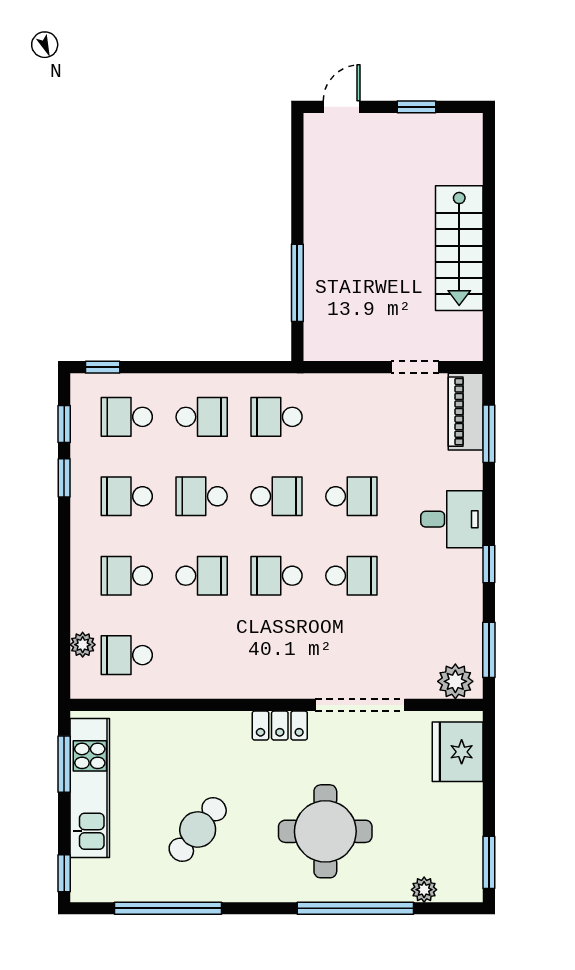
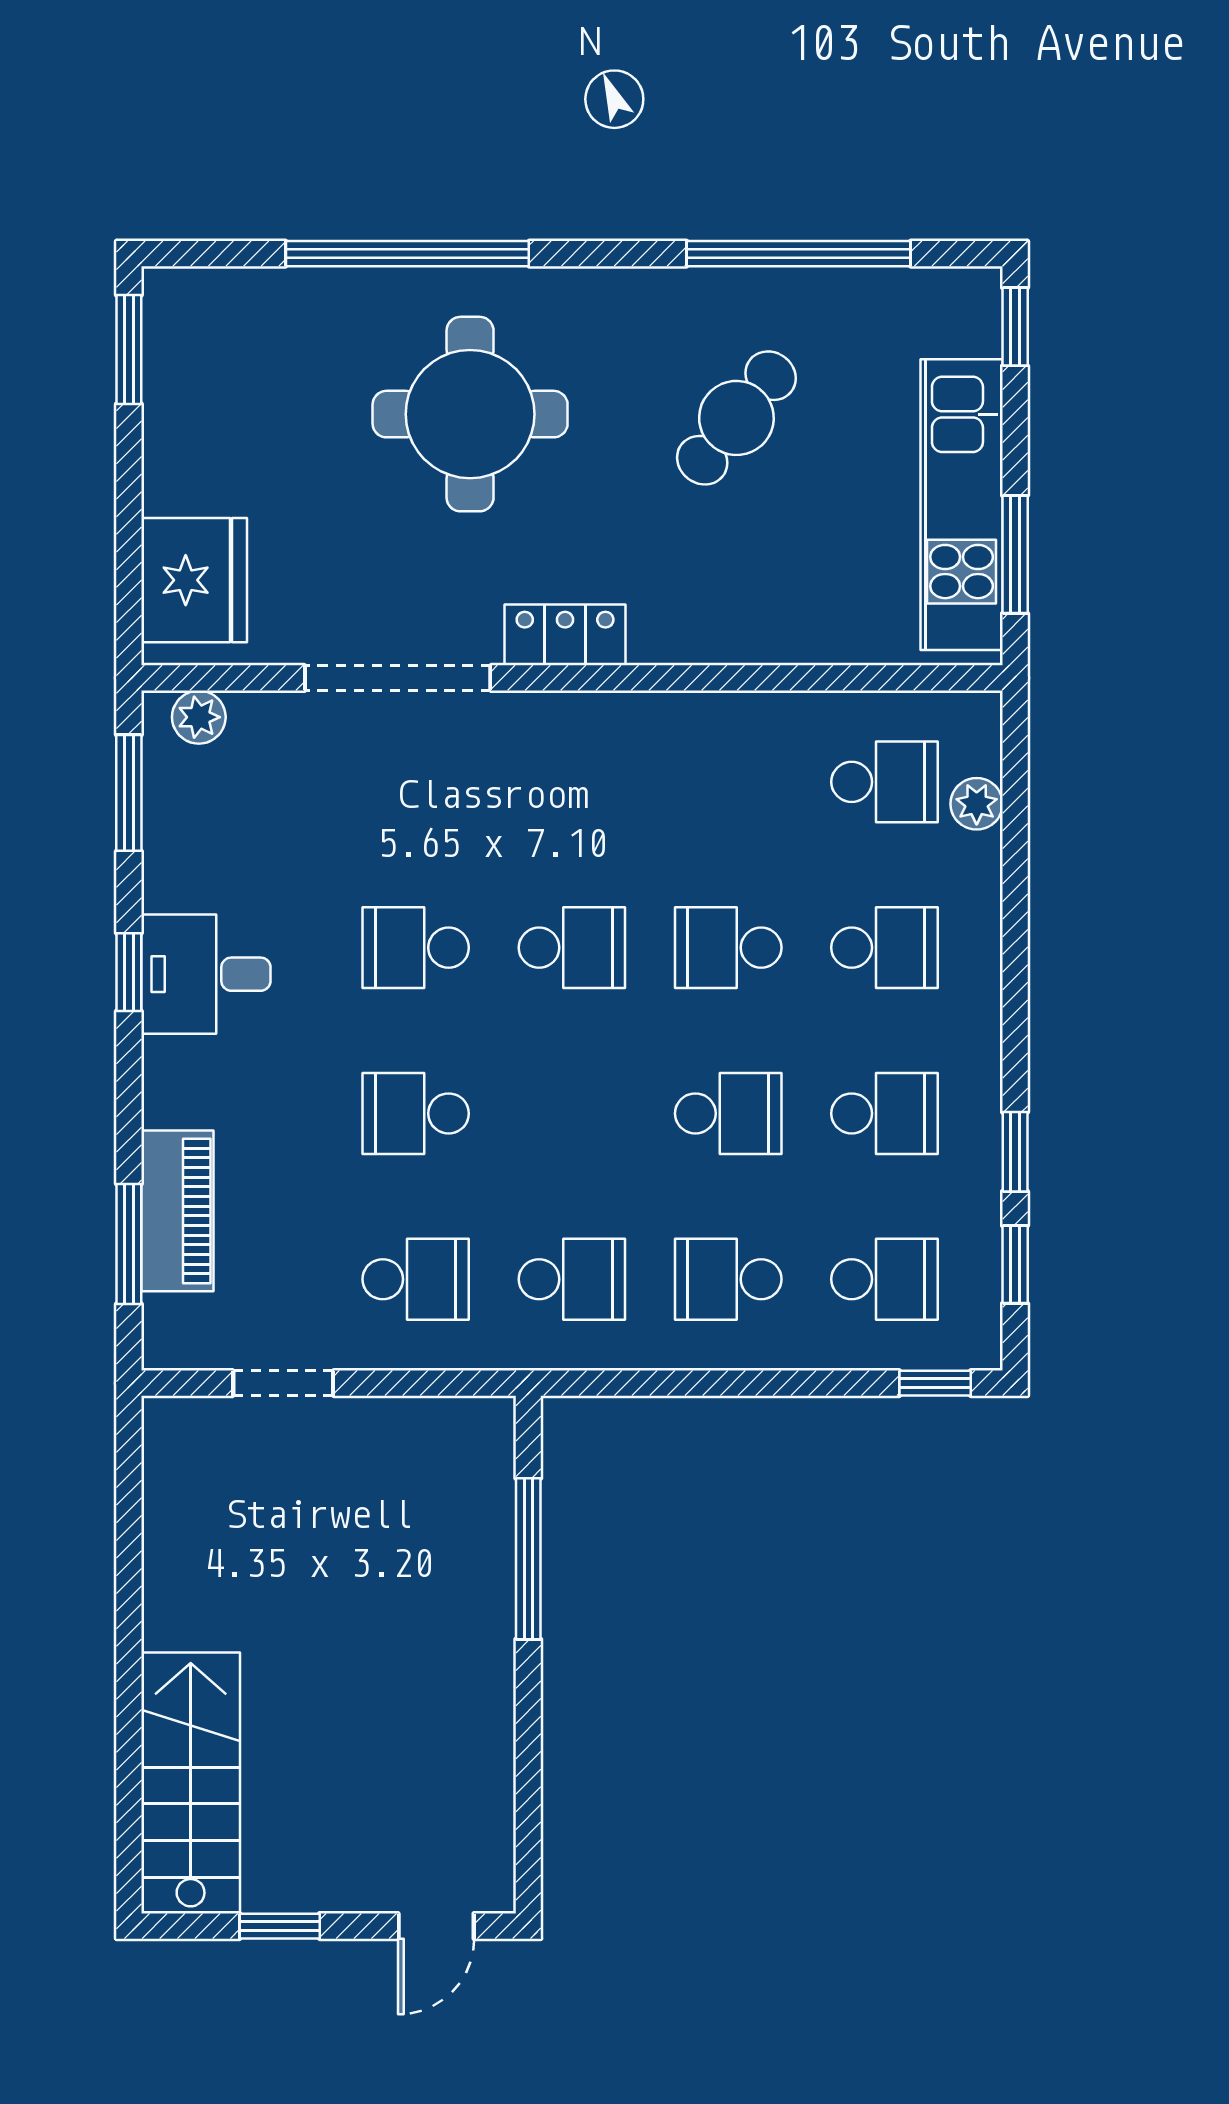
stairs: (459, 248) -> (191, 1783), moved
piano: (466, 412) -> (177, 1211), moved
school desk: (276, 496) -> (416, 1279), moved, turned 180
desk: (452, 519) -> (206, 974), moved
plant: (455, 681) -> (199, 717), width x0.73, depth x0.73
plant: (424, 890) -> (264, 292), removed

